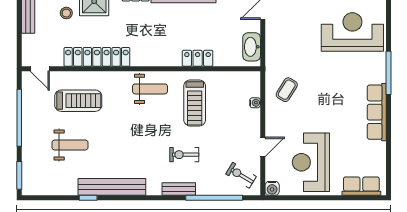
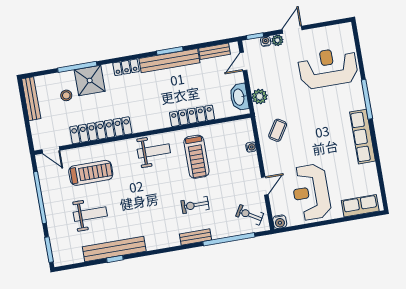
plant: (274, 50) -> (260, 97), added
locker: (198, 58) -> (192, 116), width x1.53
bench: (112, 187) -> (114, 249), moved

